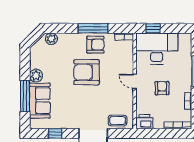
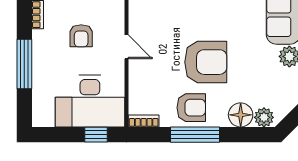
floor lamp: (66, 40) -> (241, 115), added
armchair: (95, 45) -> (191, 108), turned 180

